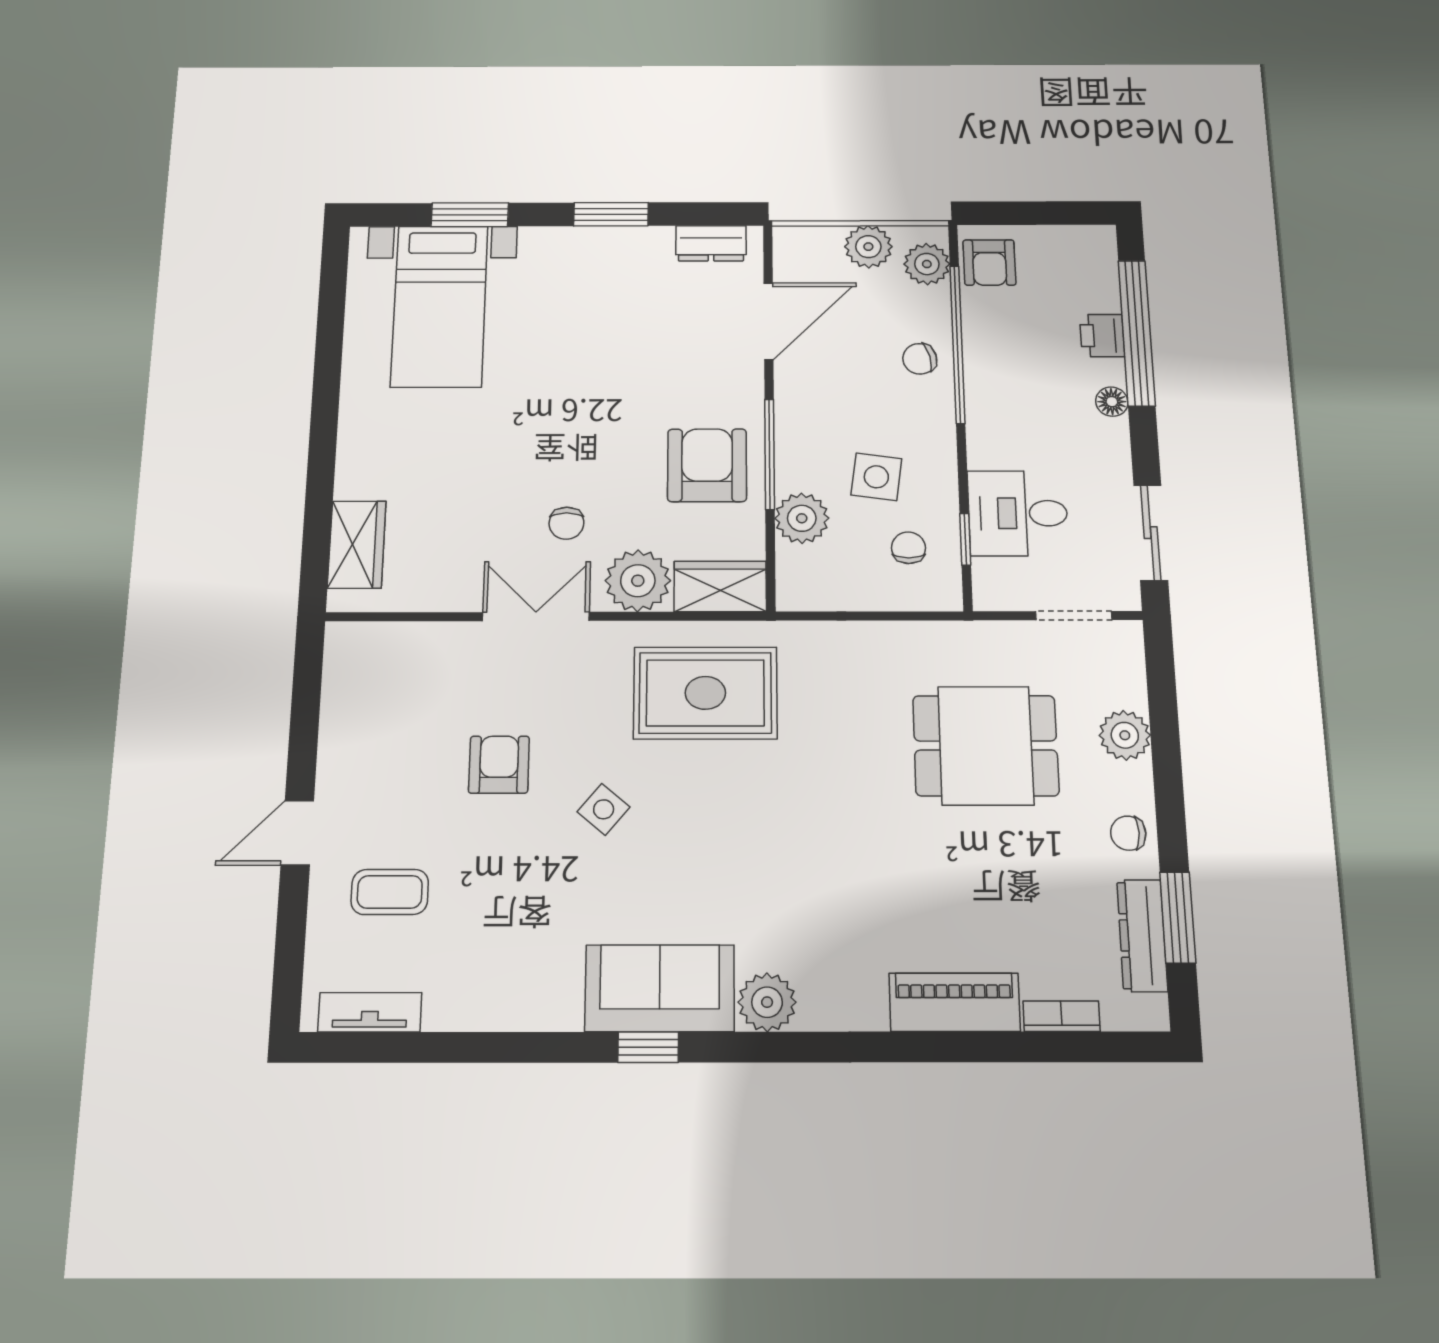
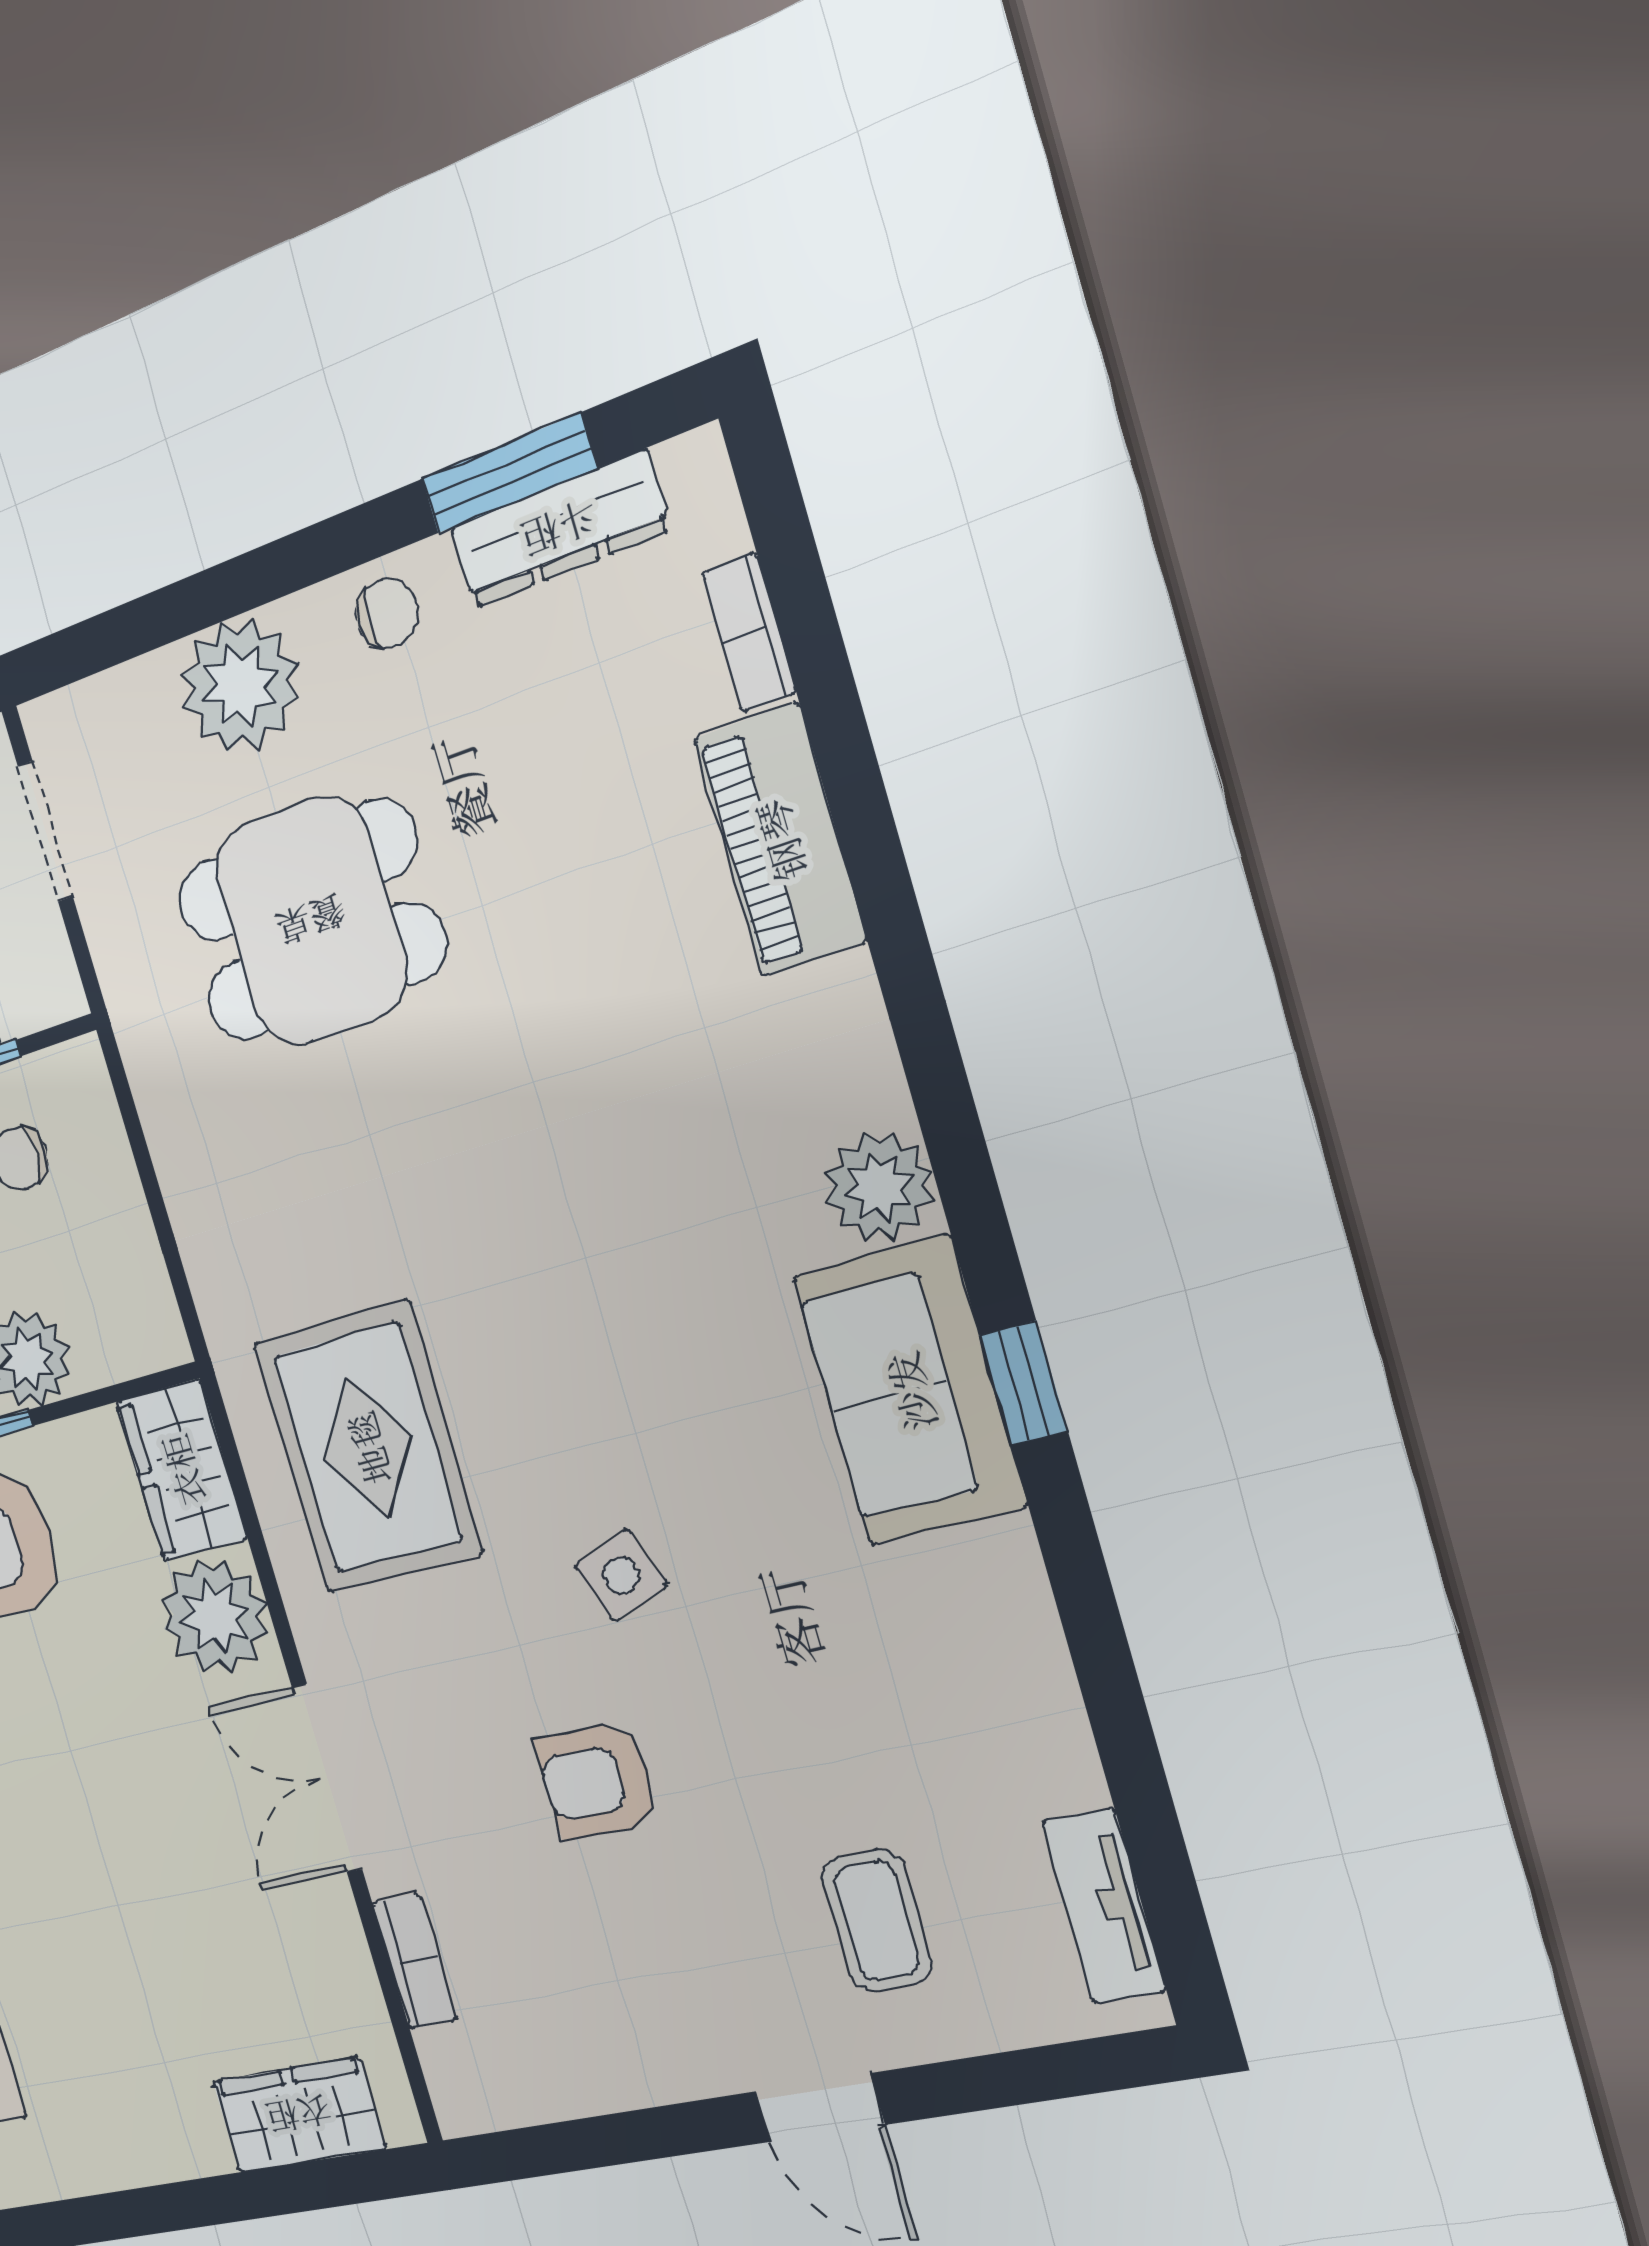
chair: (566, 523) -> (157, 1764), removed
bookcase: (426, 635) -> (415, 1961), added
plant: (1125, 735) -> (240, 686), width x1.36, depth x1.36
dining table: (986, 746) -> (311, 921), turned 90
side table: (604, 809) -> (621, 1575), turned 30
chair: (1128, 833) -> (387, 613), turned -90

